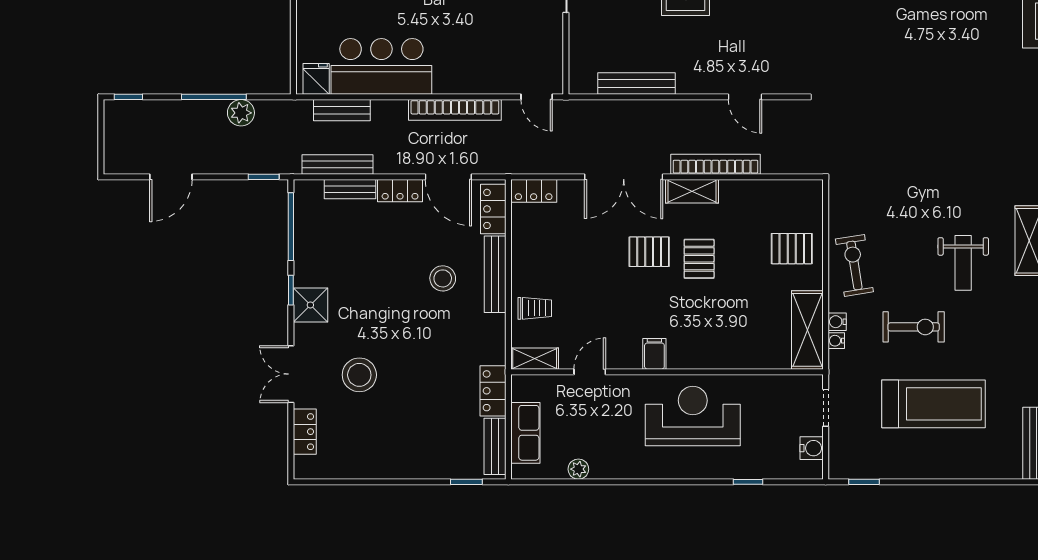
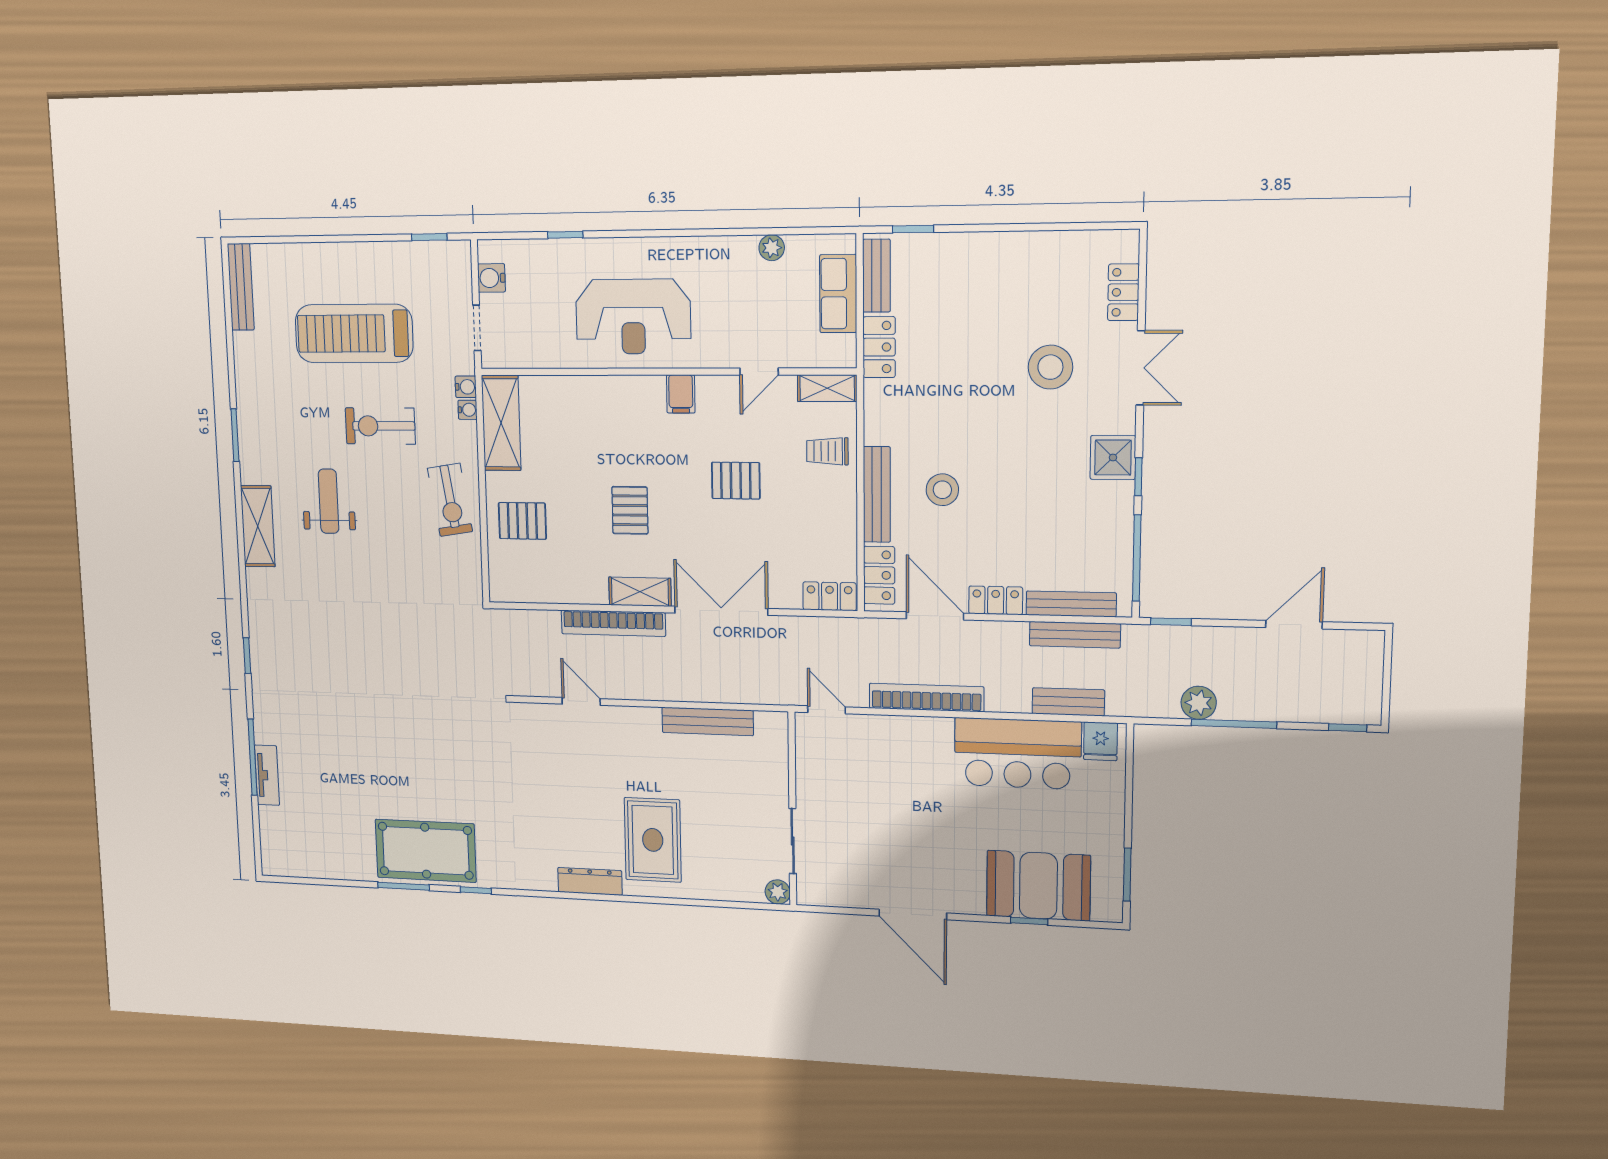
bench: (350, 189) -> (1071, 604), width x1.36
pallet: (649, 252) -> (736, 481), moved
water cooler: (837, 322) -> (466, 387), moved

